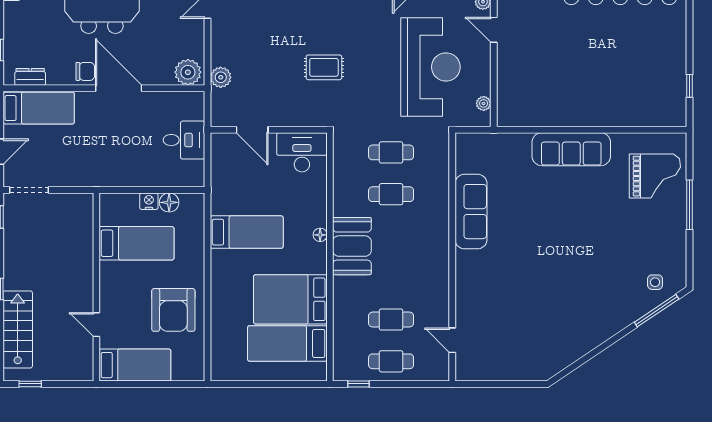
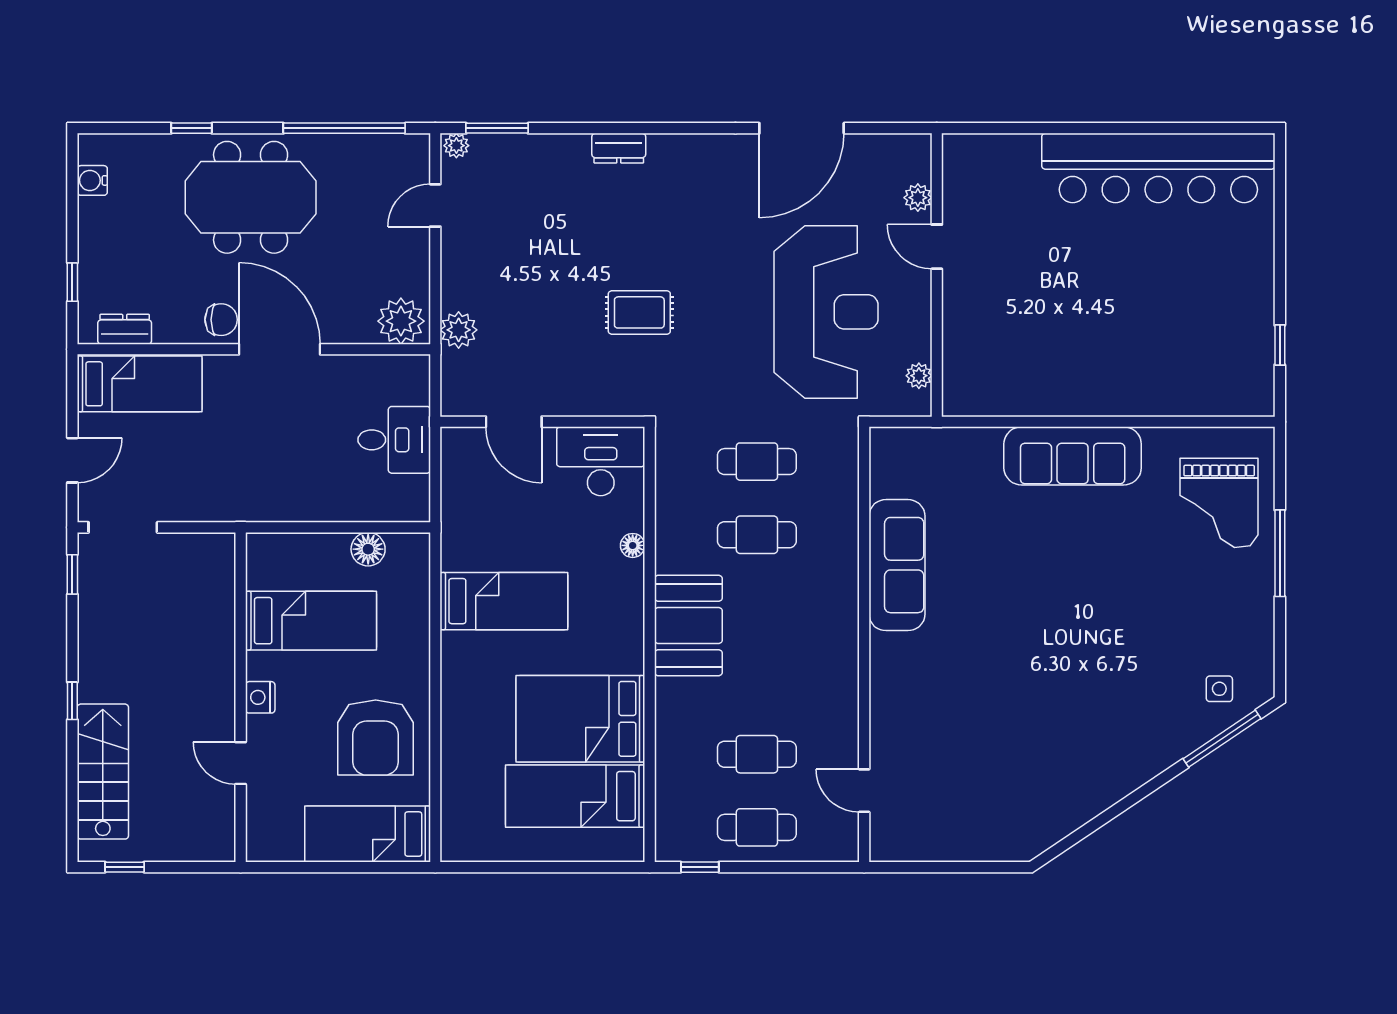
grand piano: (655, 176) -> (1219, 503), turned 90
nightstand: (149, 201) -> (260, 697), moved, turned -90
floor lamp: (320, 235) -> (633, 545), moved
bed: (135, 365) -> (368, 834), moved, turned 180

